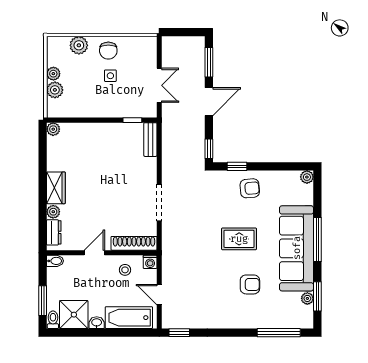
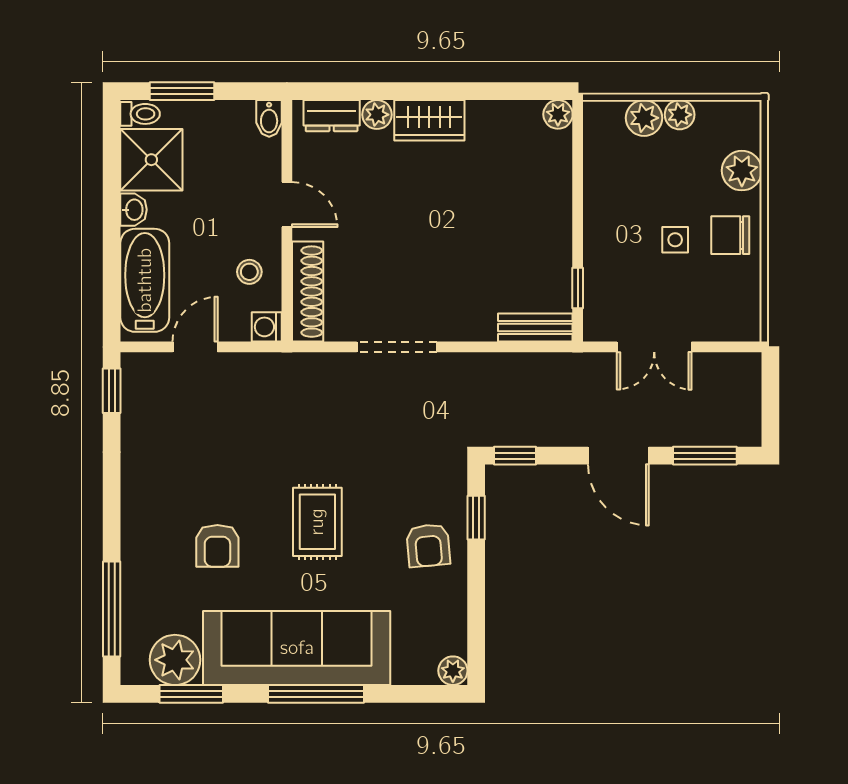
plant: (307, 298) -> (175, 660), width x1.88, depth x1.88

